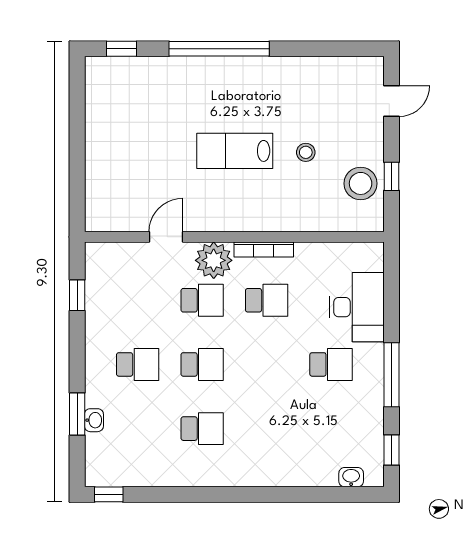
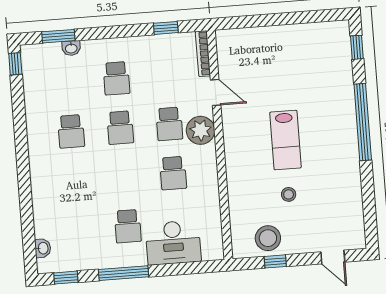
lab bench: (235, 151) -> (285, 140), turned 180
bookcase: (264, 249) -> (203, 54), moved
window: (77, 414) -> (58, 36), moved

